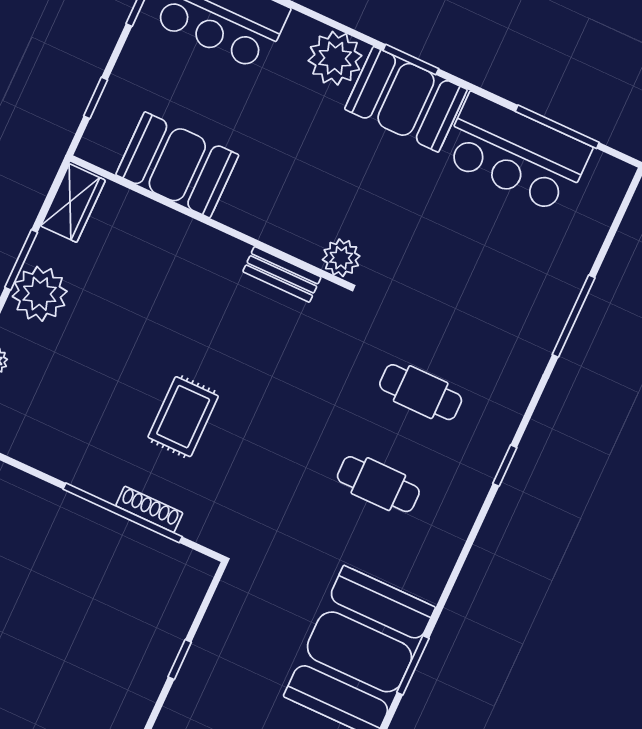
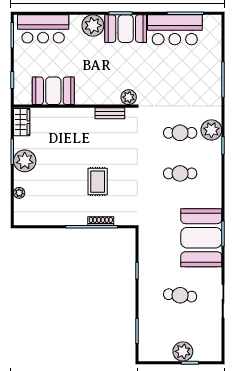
plant: (495, 418) -> (211, 130), added

